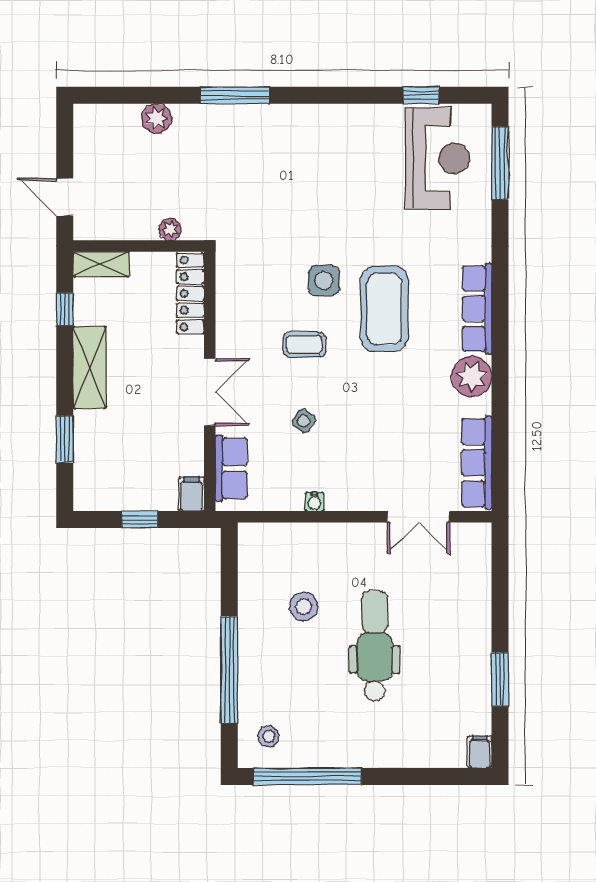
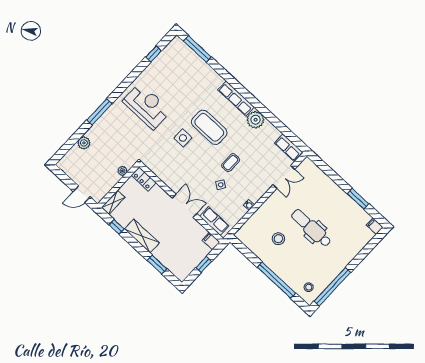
reception desk: (437, 158) -> (147, 106), moved
locker: (190, 293) -> (144, 179), width x0.66
coffee table: (304, 344) -> (231, 163), moved
row of seats: (477, 463) -> (289, 148), width x0.68

